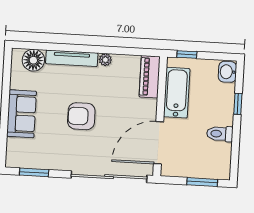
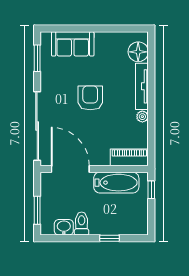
washbasin: (227, 72) -> (64, 227), moved
sofa: (22, 114) -> (73, 44), moved

